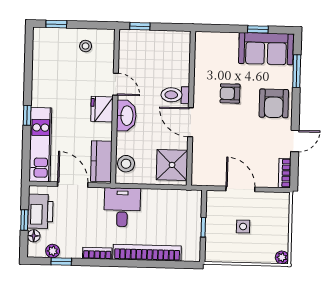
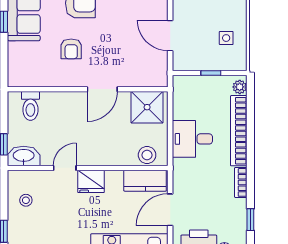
toilet: (175, 95) -> (30, 106), moved
washbasin: (126, 116) -> (24, 156), moved
door: (240, 189) -> (170, 36), hinge flipped
desk: (122, 207) -> (192, 139), moved
side table: (243, 227) -> (226, 38), moved
plant: (53, 251) -> (240, 87), moved

